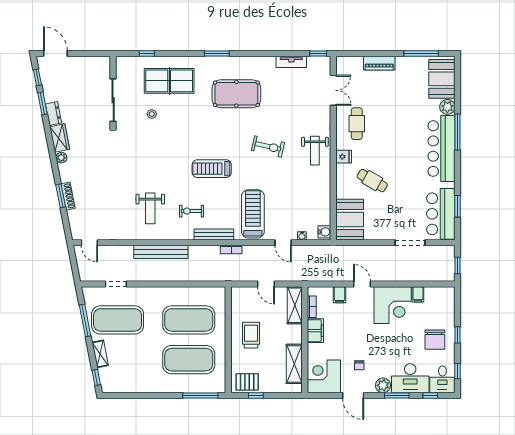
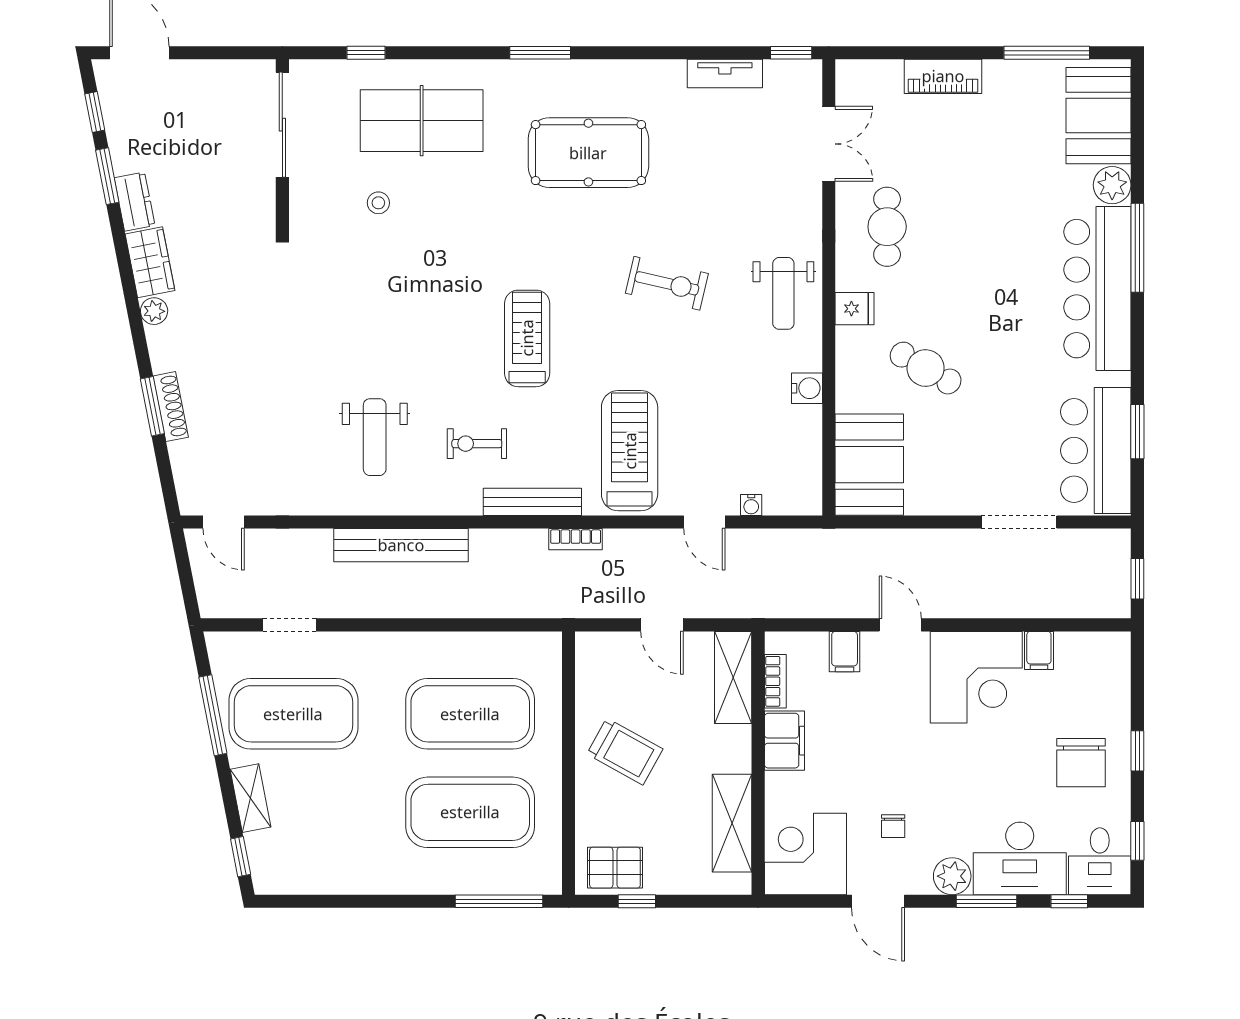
sliding door: (113, 100) -> (282, 125), moved
treadmill: (212, 169) -> (527, 338), turned 90
water cooler: (324, 232) -> (807, 388), moved
trolley: (251, 335) -> (625, 752), turned 119

